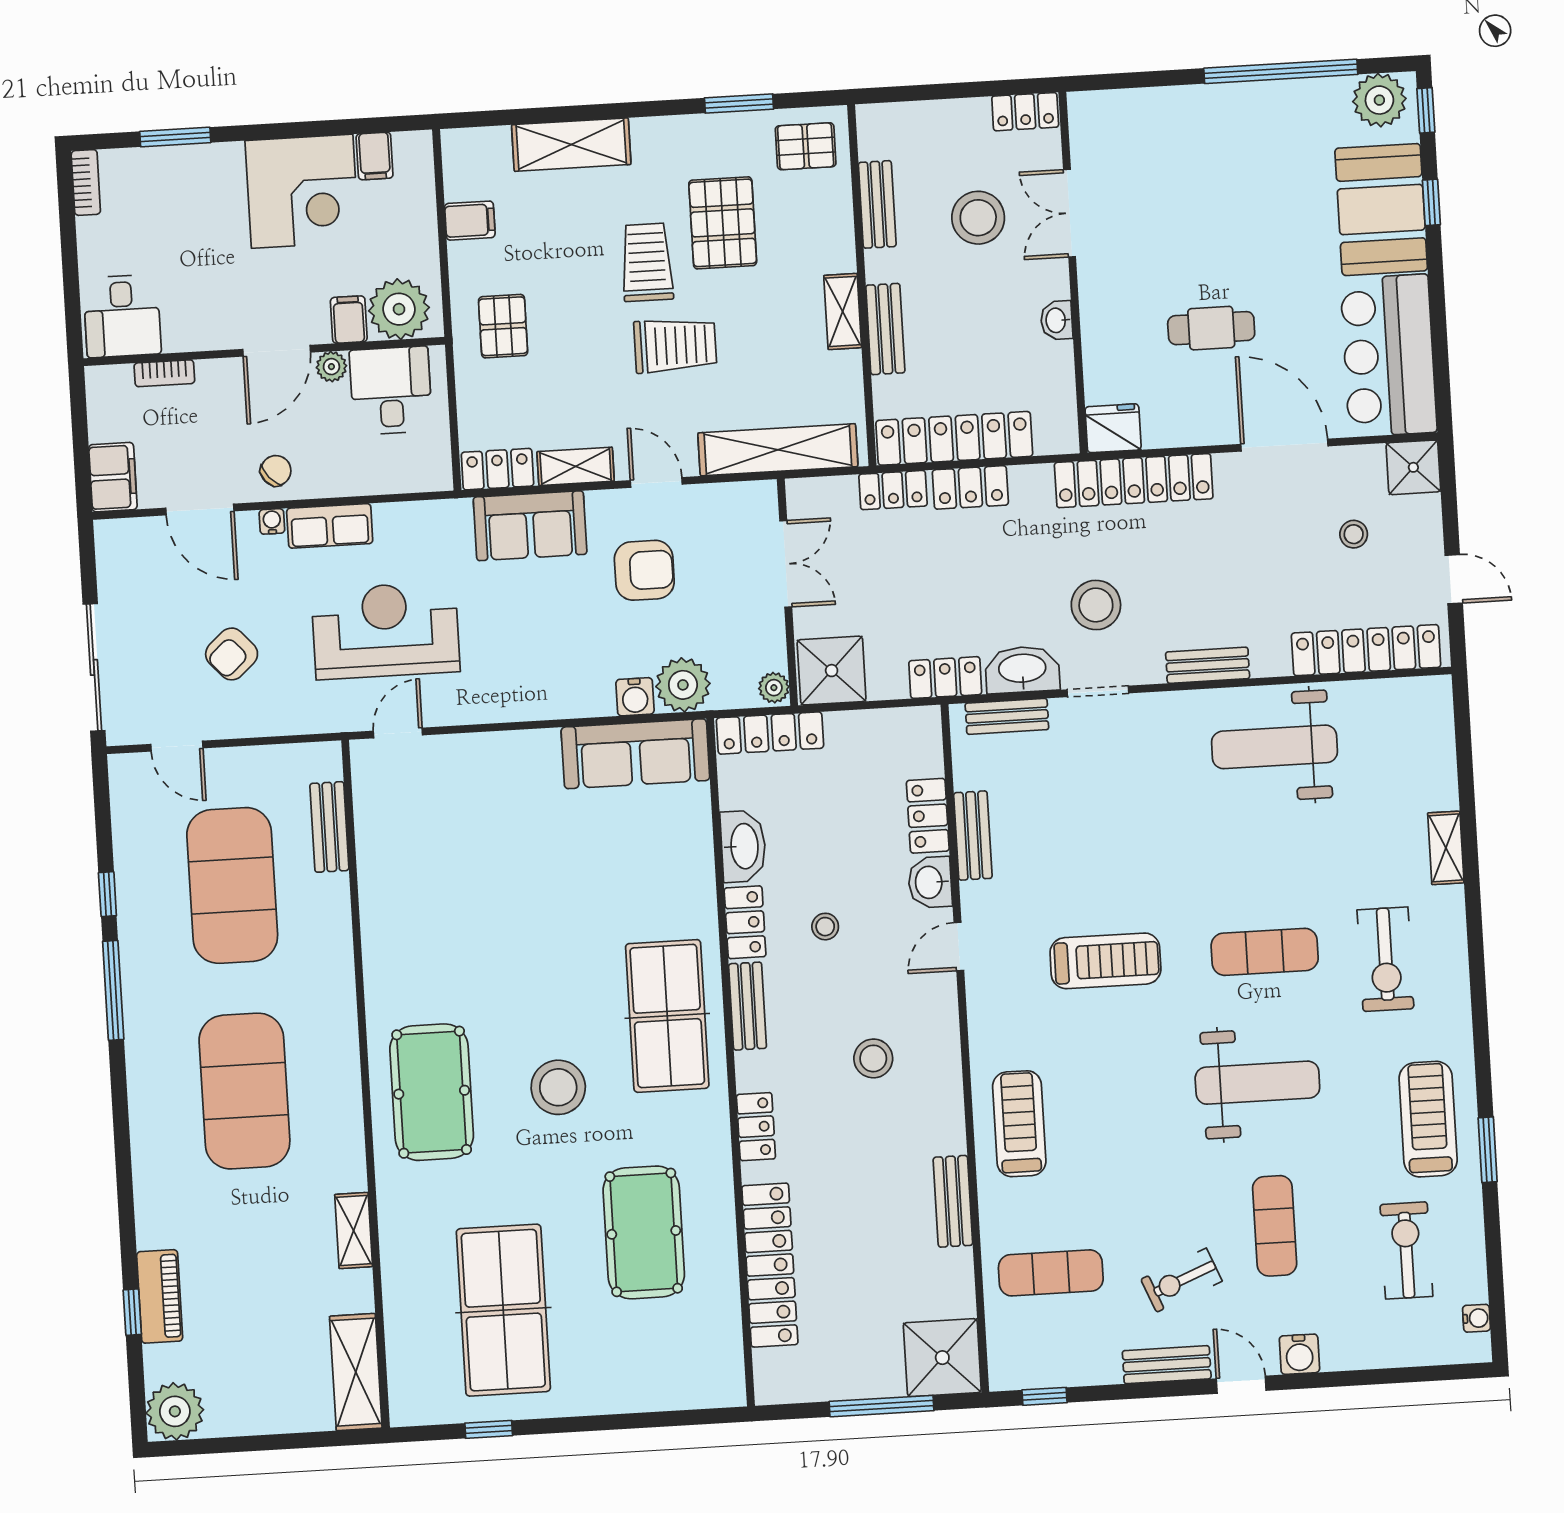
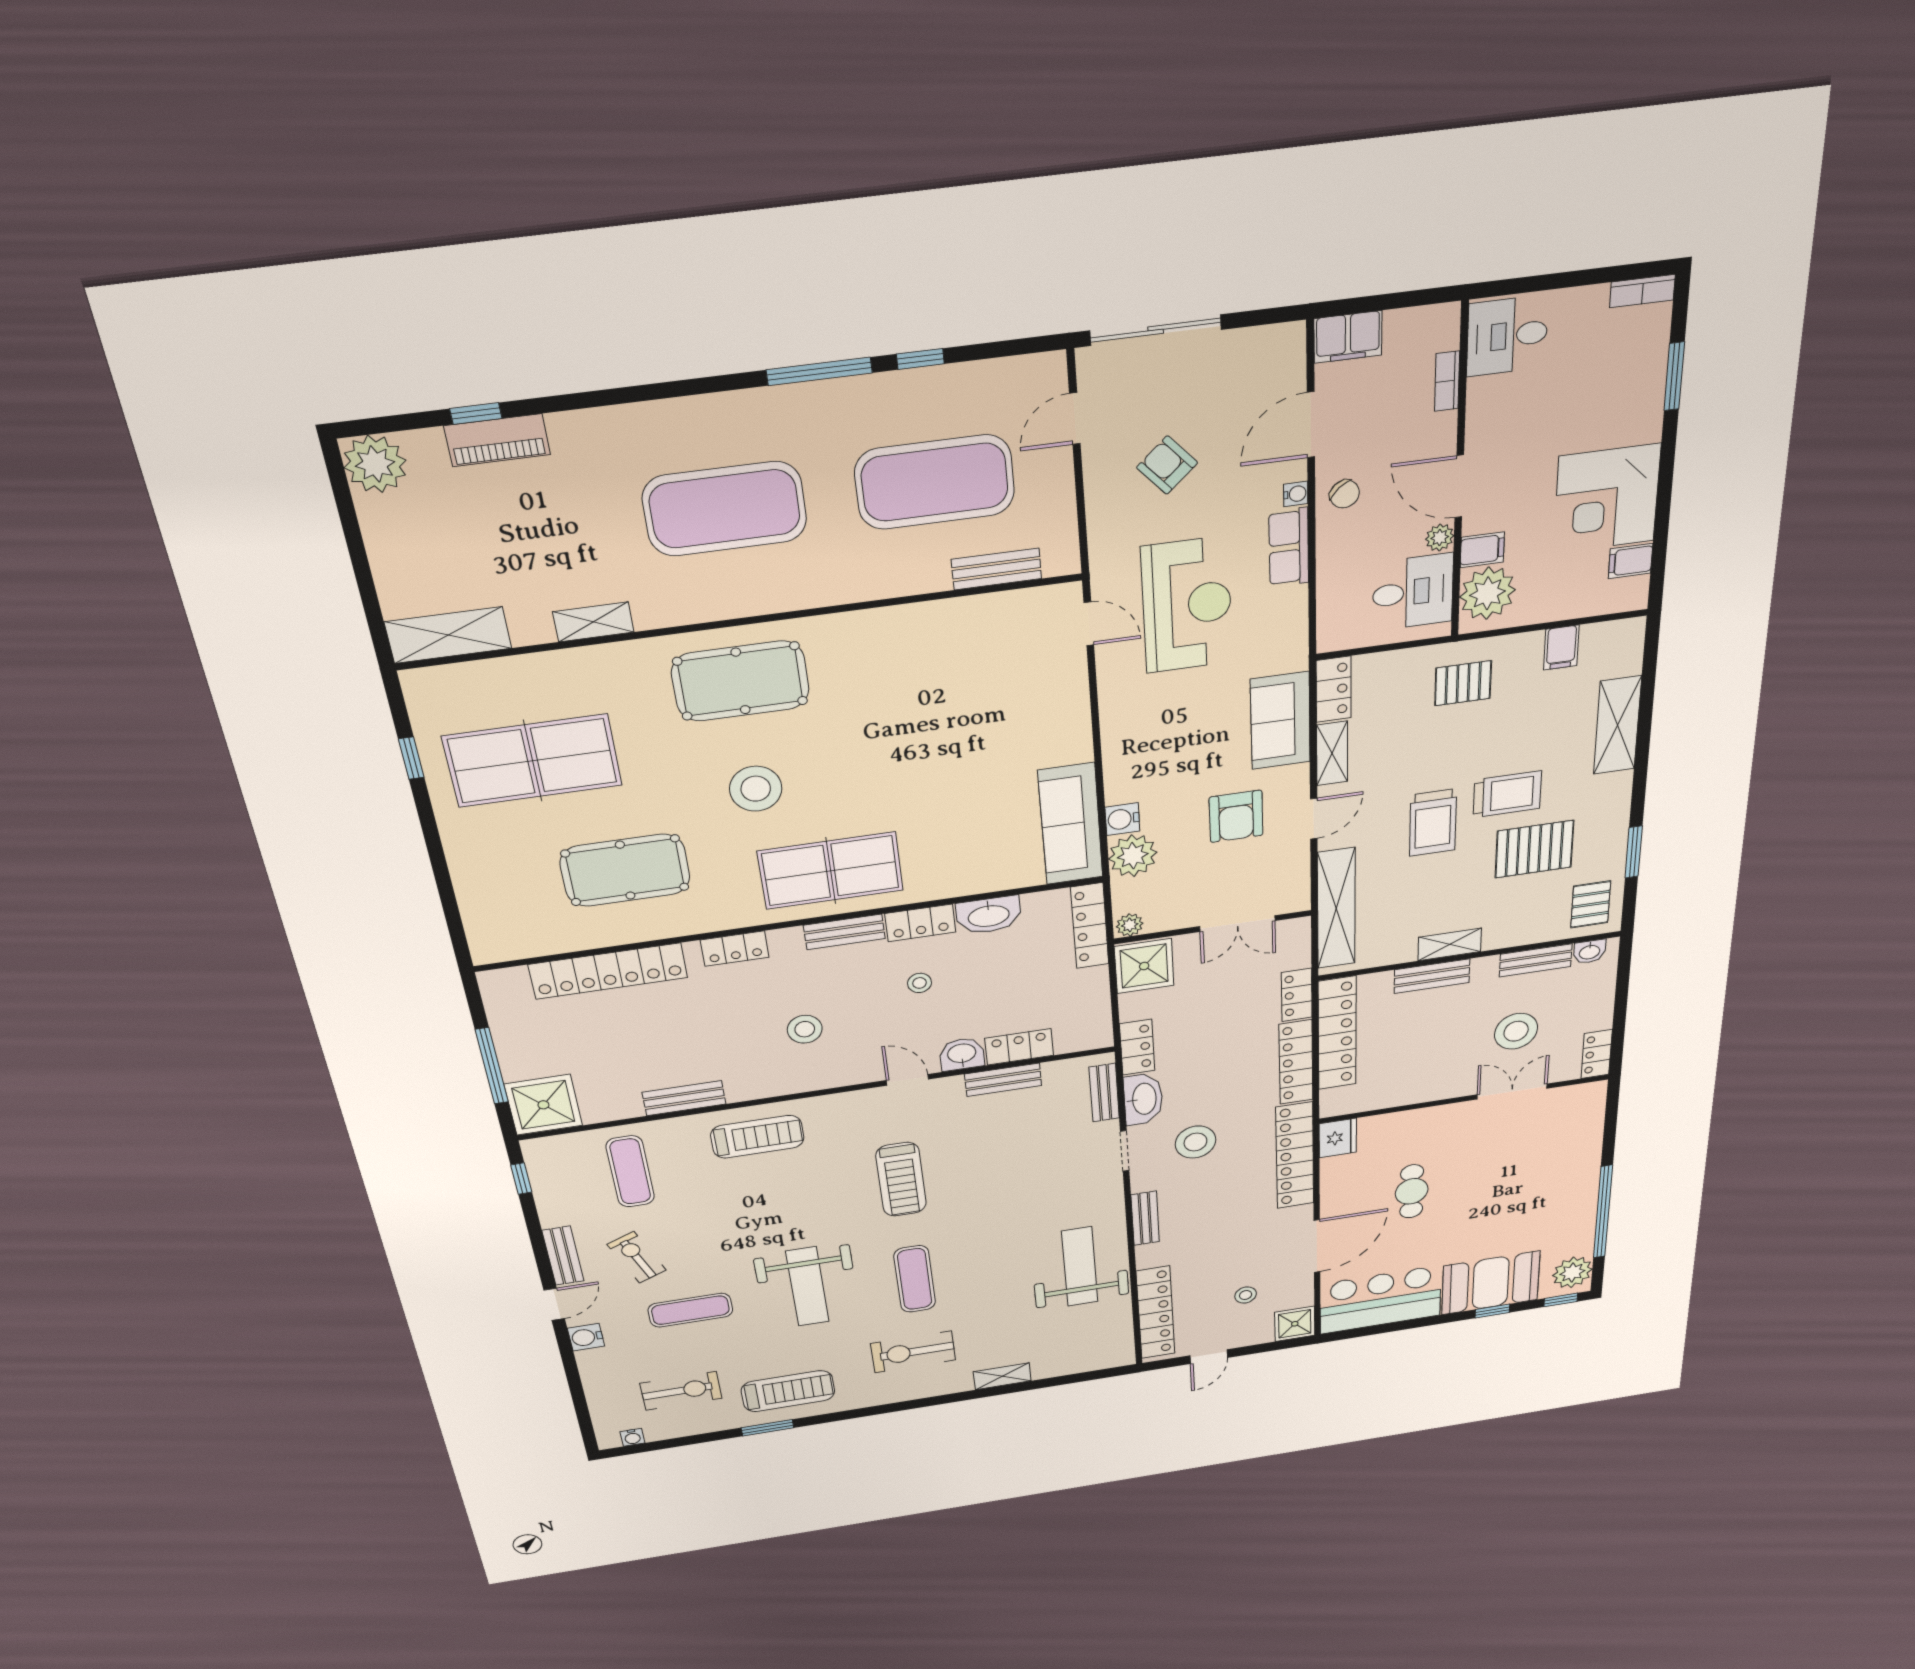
washbasin: (1057, 320) -> (1590, 952), moved, turned 180
locker: (970, 487) -> (1296, 1062), width x1.53

